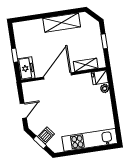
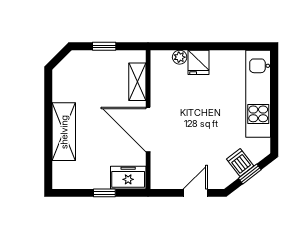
shelving: (62, 23) -> (64, 132), moved
fridge: (100, 77) -> (199, 62), moved
door: (23, 111) -> (195, 193), hinge flipped

